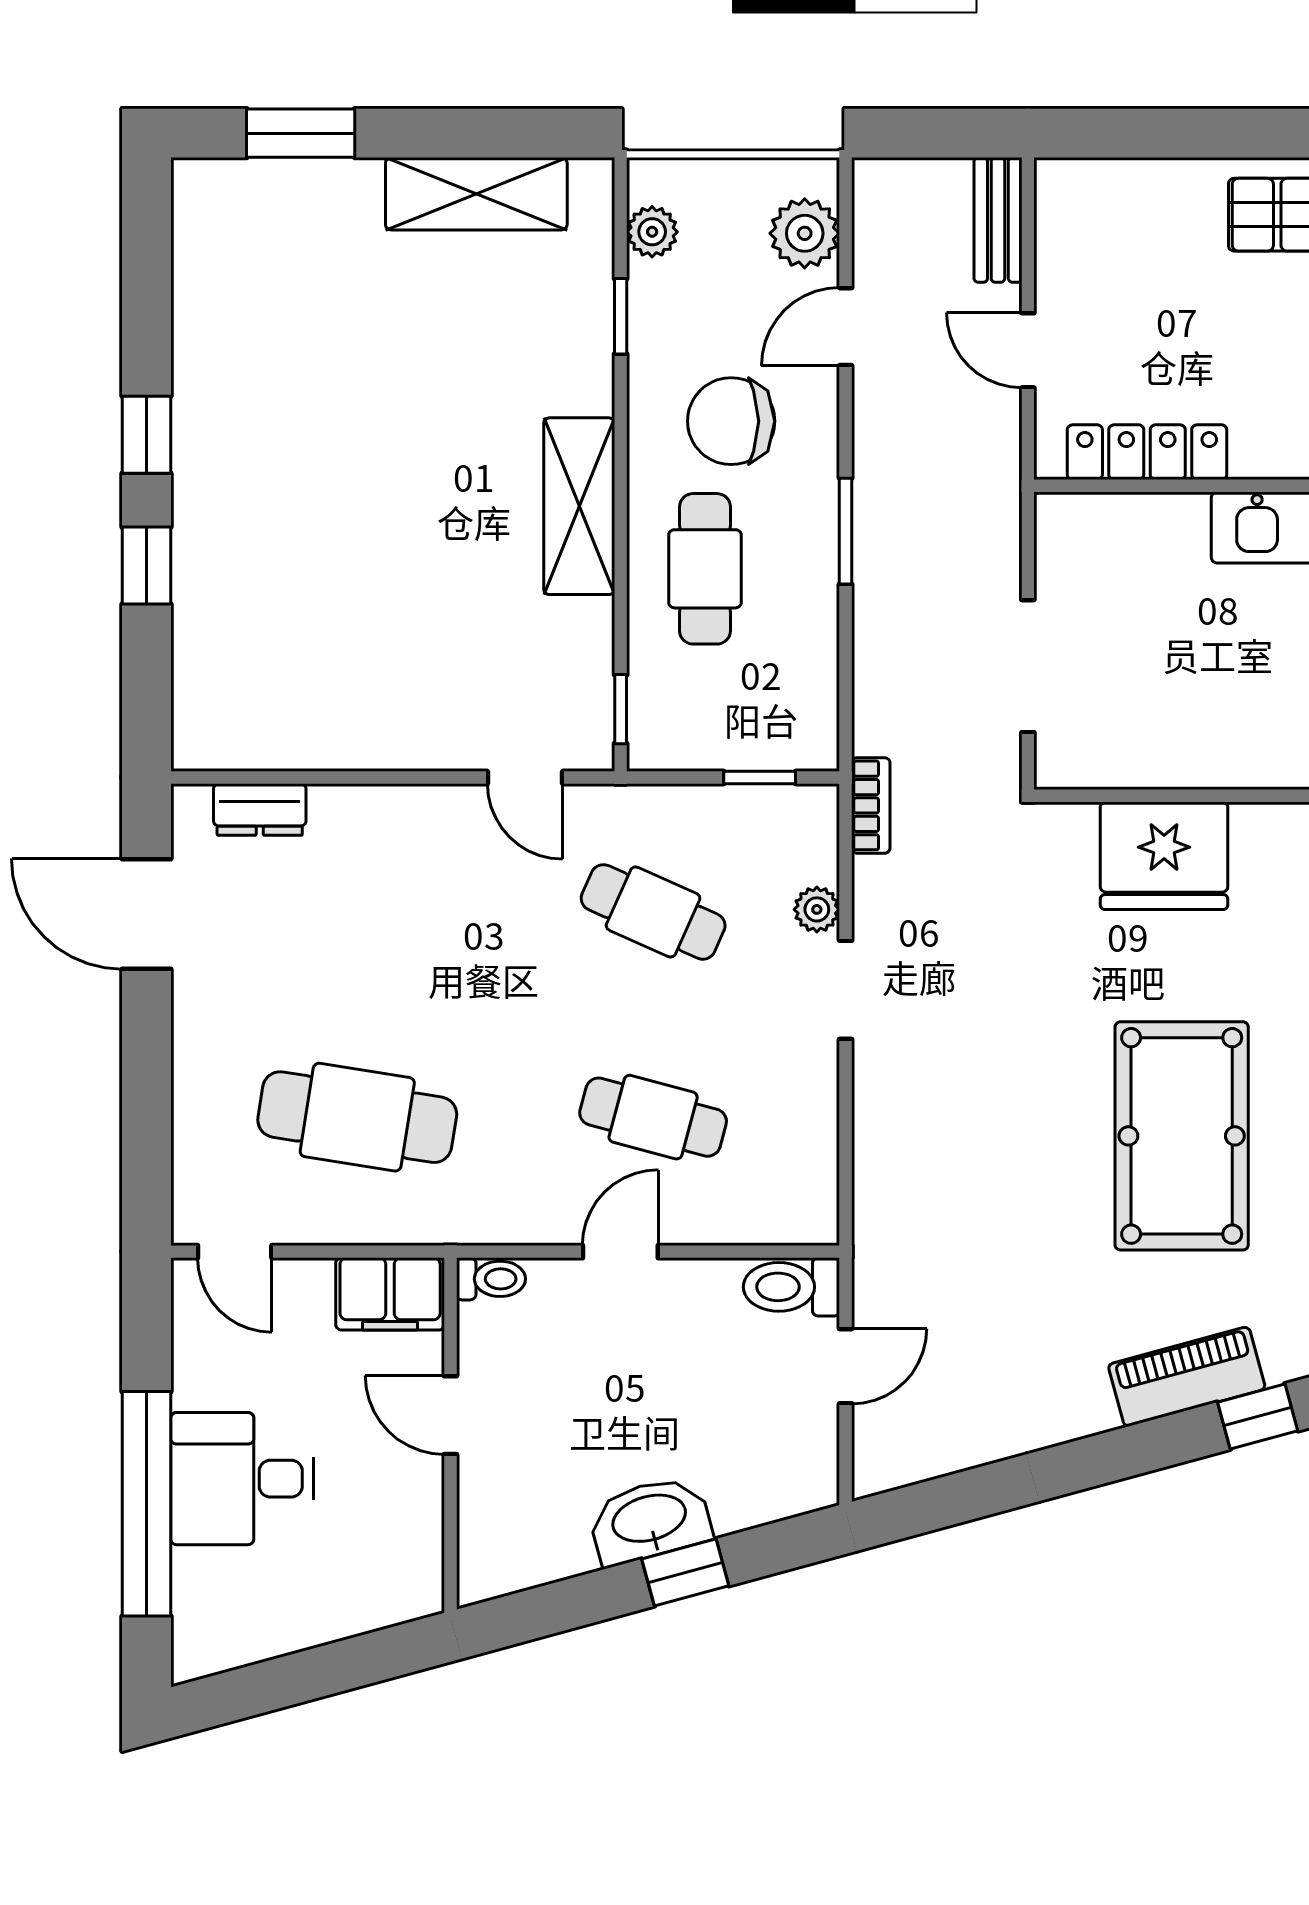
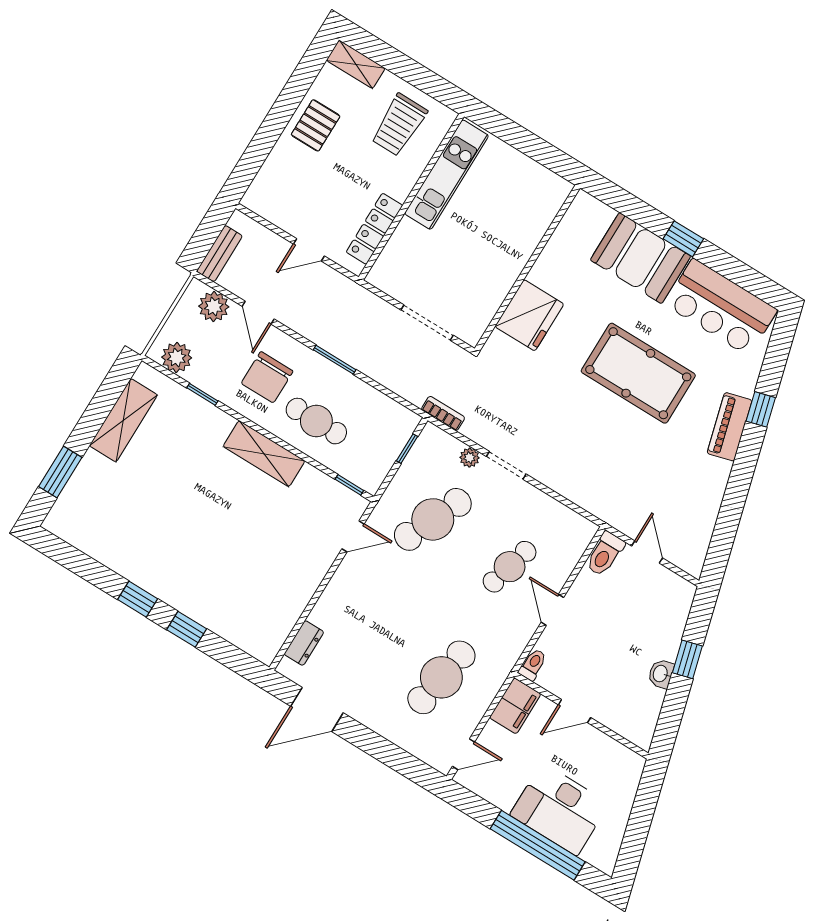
bench: (998, 220) -> (219, 254), moved, turned 90
plant: (652, 232) -> (177, 357), width x1.38, depth x1.38
cafe table: (653, 912) -> (433, 519), width x1.37, depth x1.35
desk: (242, 1479) -> (559, 809), width x1.37
washbasin: (650, 1520) -> (661, 674), width x0.52, depth x0.69

